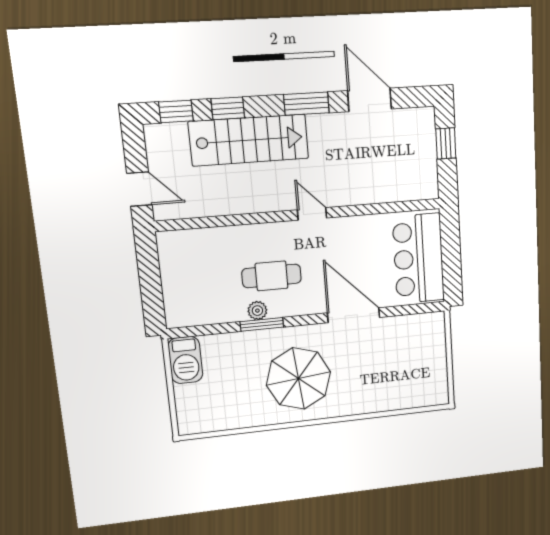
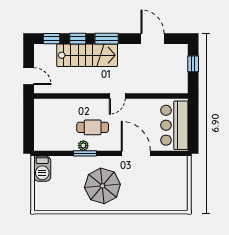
window: (306, 104) -> (107, 39), moved
door: (312, 214) -> (117, 96), swing flipped

